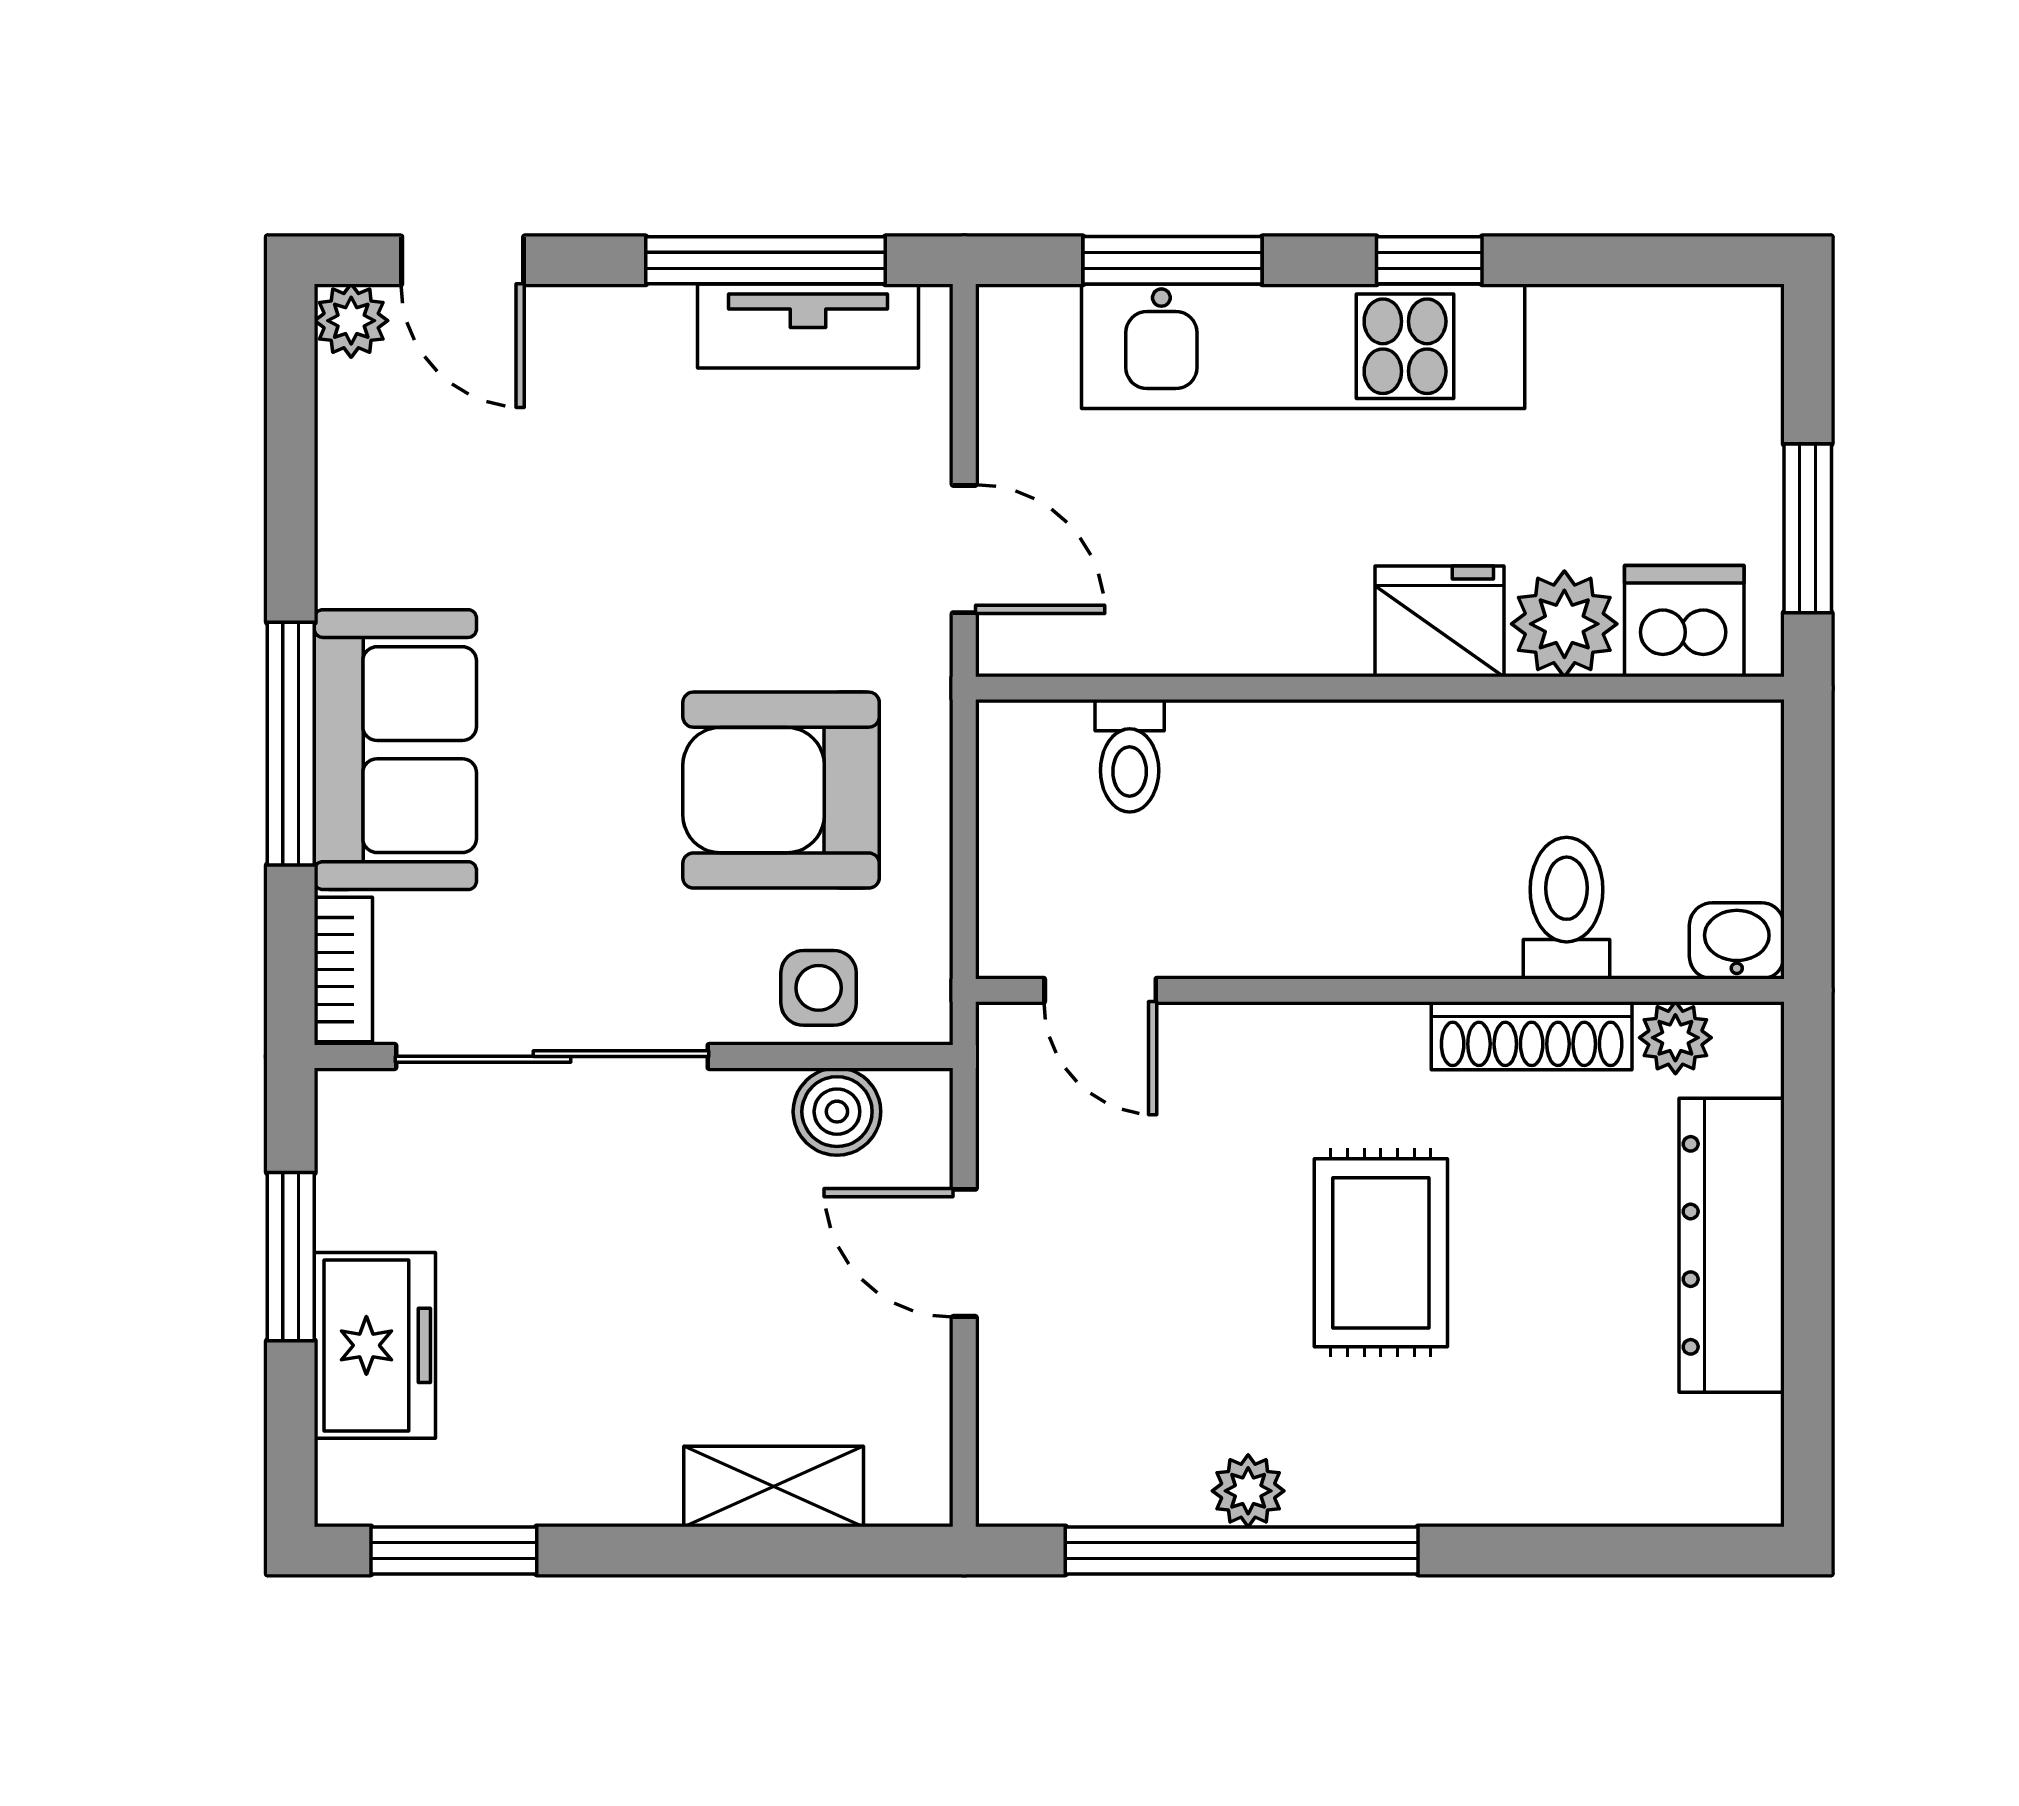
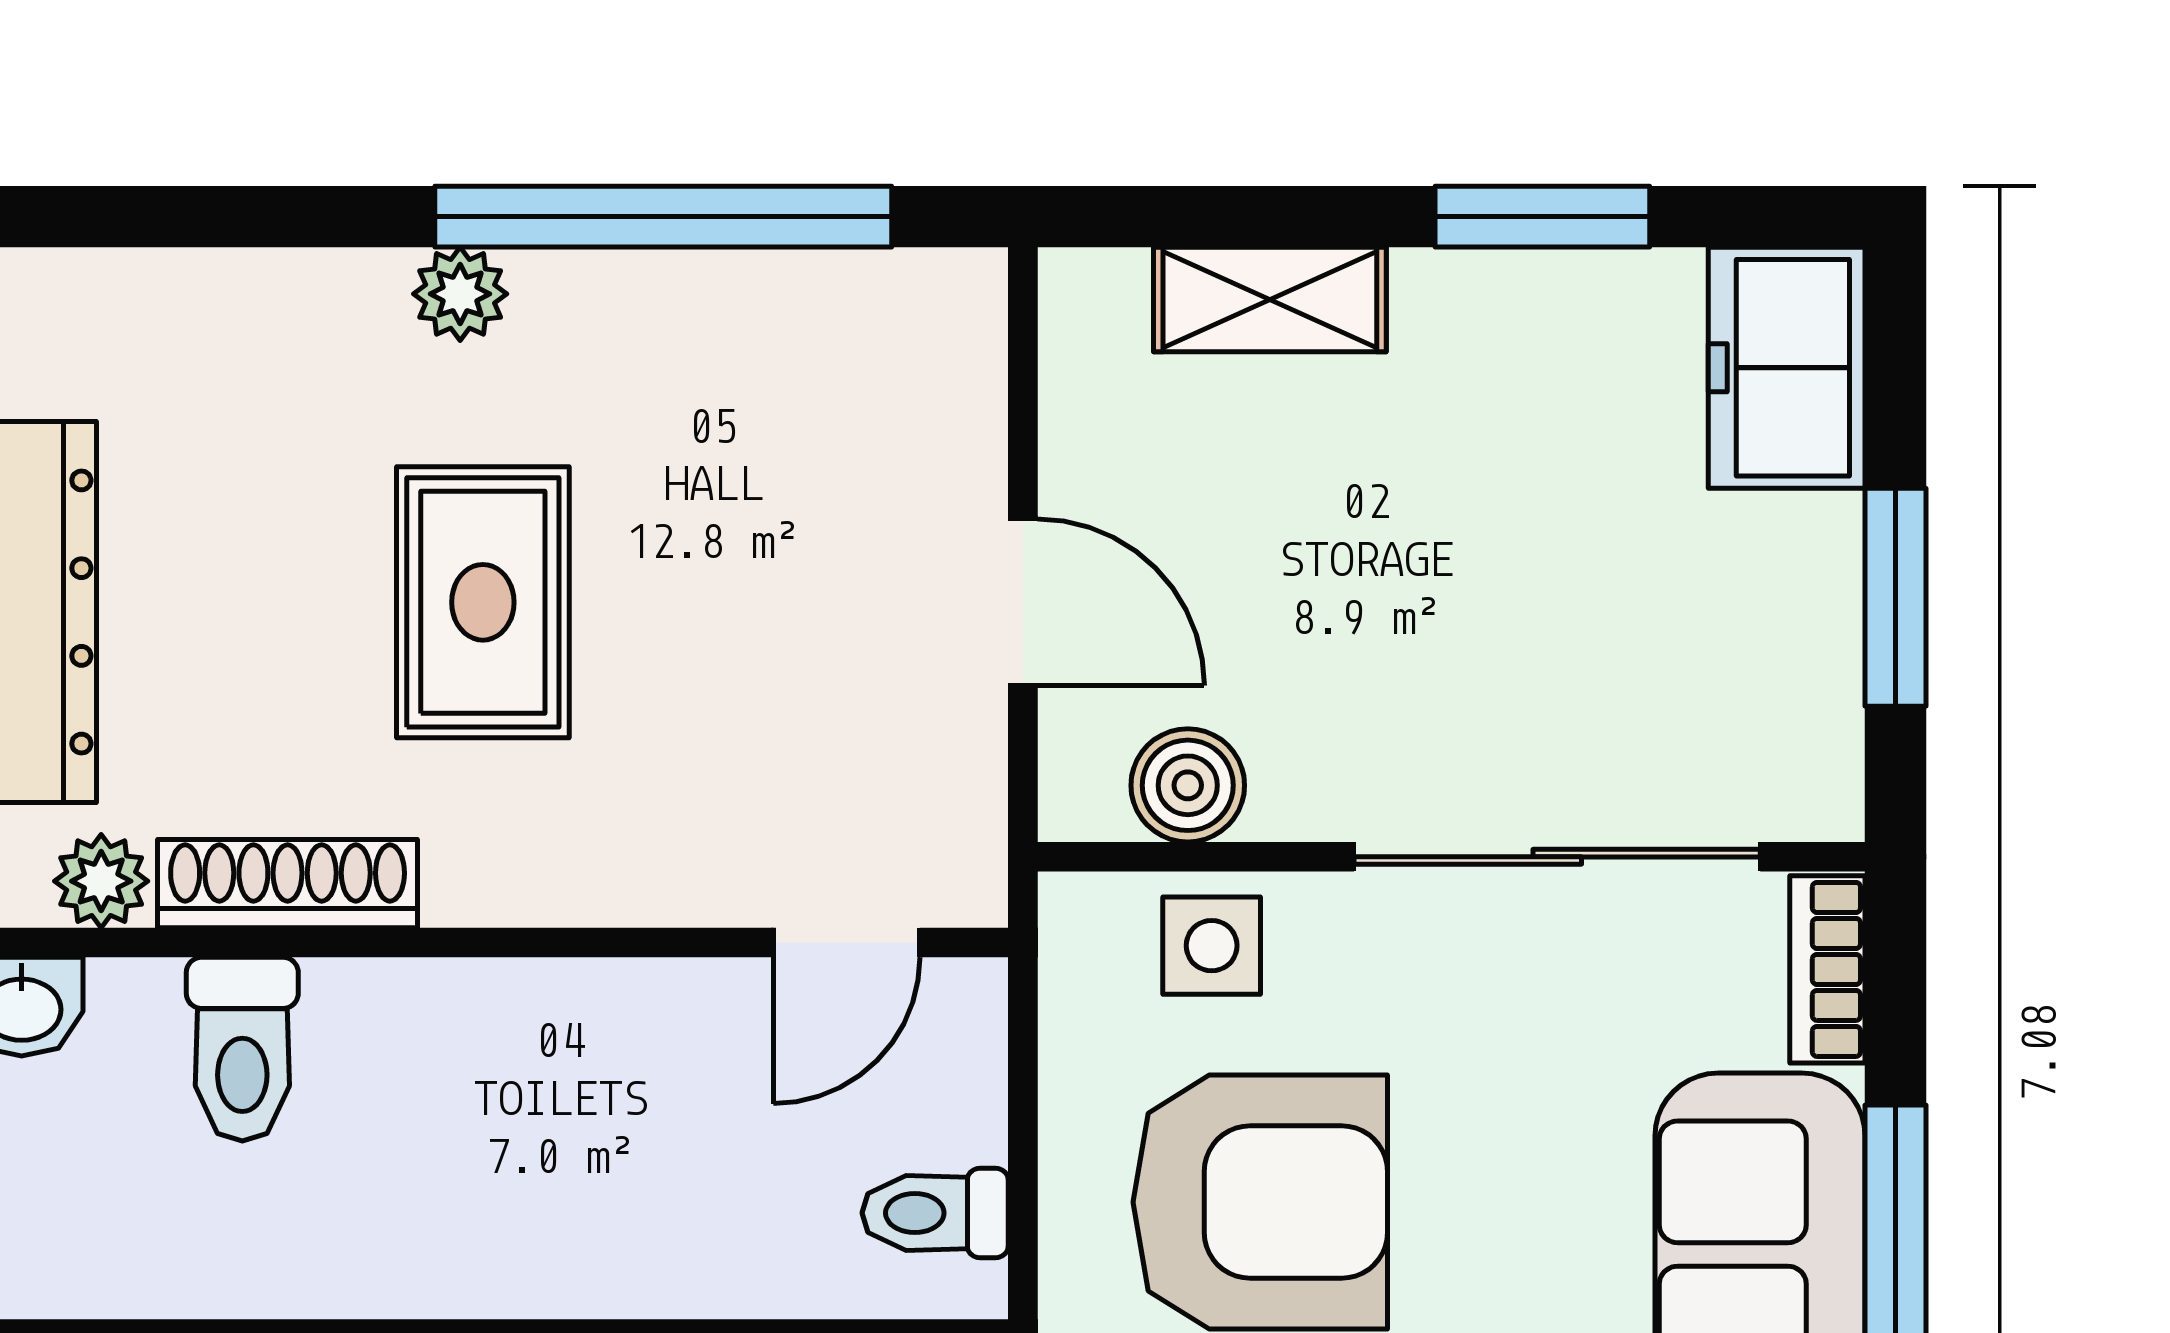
toilet: (1130, 756) -> (935, 1213), moved, turned -90
door: (1100, 990) -> (847, 942), swing flipped
freezer: (375, 1345) -> (1787, 368), moved
plant: (1248, 1491) -> (460, 294), moved
window: (454, 1550) -> (1542, 217), moved

